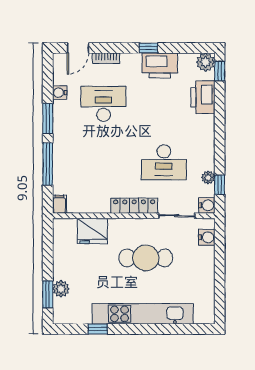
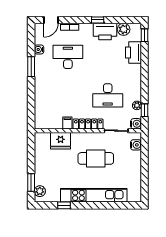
plant: (205, 62) -> (124, 29), moved
window: (48, 164) -> (31, 97), removed
filing cabinet: (59, 204) -> (67, 123), moved
plant: (61, 289) -> (40, 191), moved

